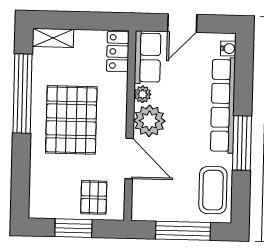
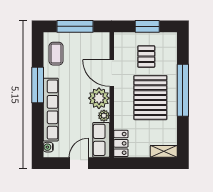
window: (23, 94) -> (183, 90), moved
coffee table: (213, 190) -> (56, 54), width x0.73, depth x0.77
pallet: (94, 197) -> (146, 57), moved

